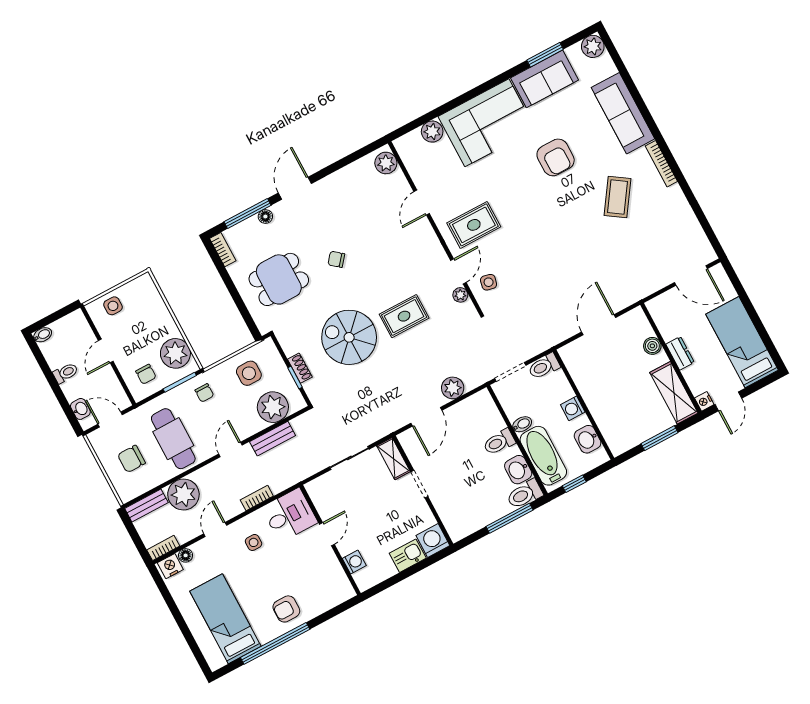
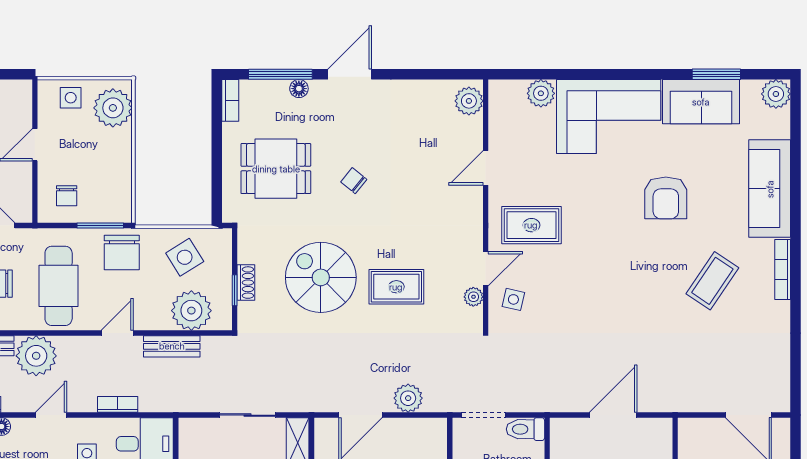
plant: (175, 353) -> (113, 108), moved
side table: (249, 373) -> (185, 257), turned -32
chair: (204, 393) -> (122, 253), width x1.87, depth x1.87

